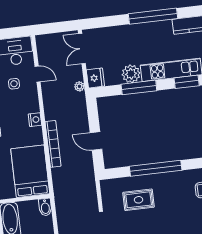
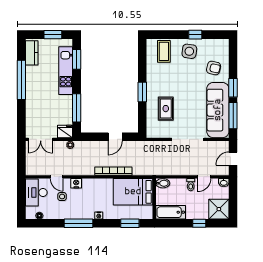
door: (38, 74) -> (57, 177), swing flipped
plant: (131, 74) -> (65, 103), removed
window: (139, 87) -> (77, 108), moved
nightstand: (35, 120) -> (76, 183), moved
window: (156, 168) -> (142, 92), width x0.47

